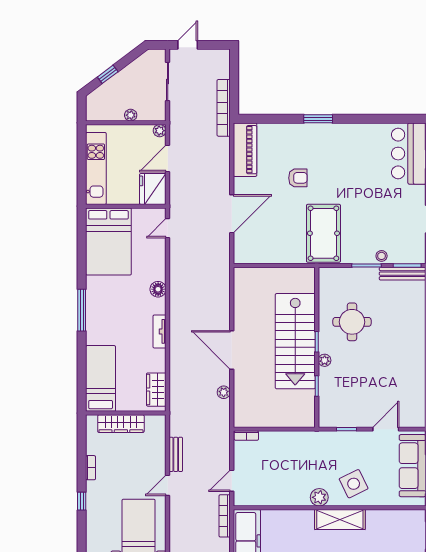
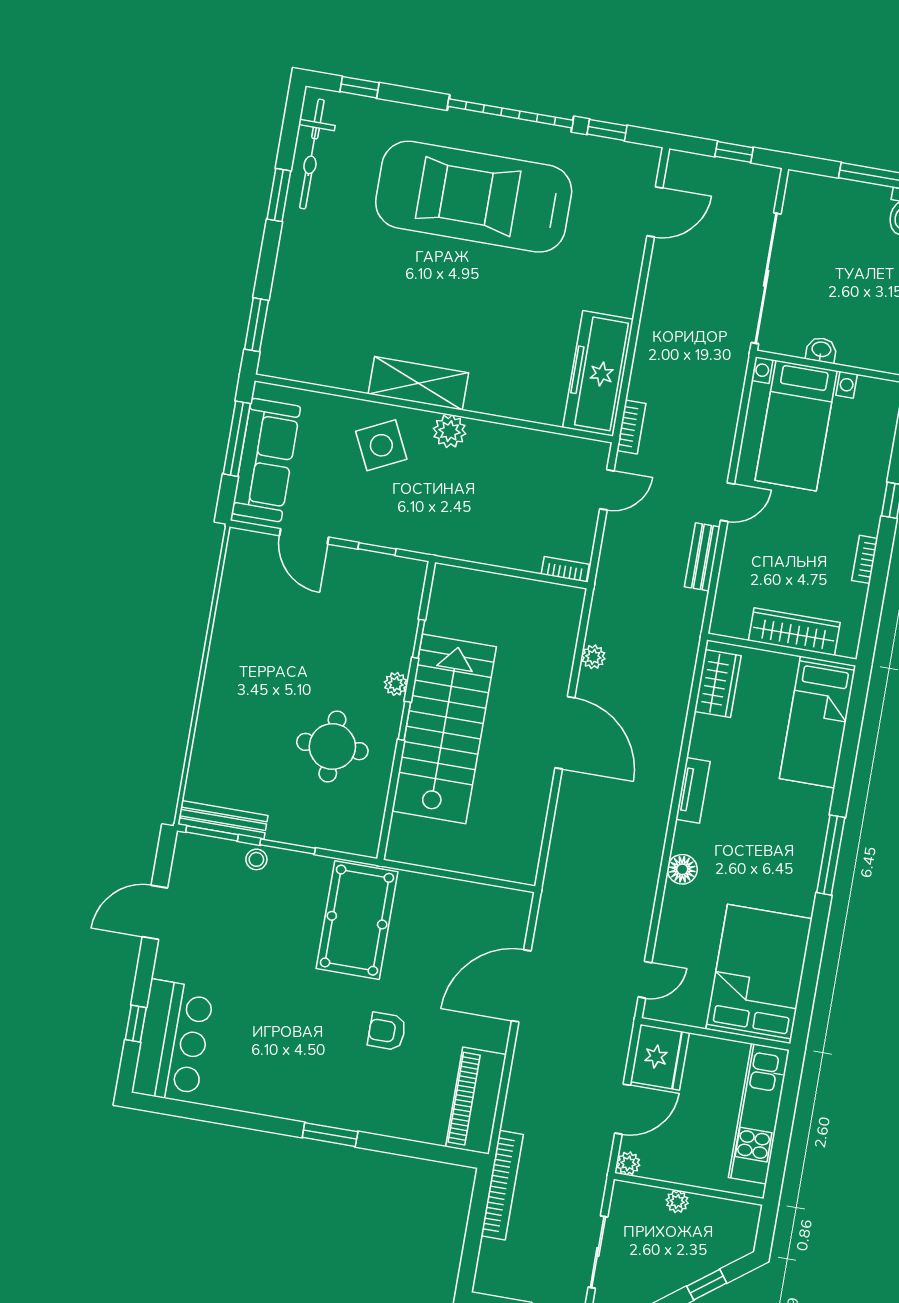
door: (386, 429) -> (304, 536), hinge flipped
bookcase: (225, 516) -> (631, 427), width x0.64

